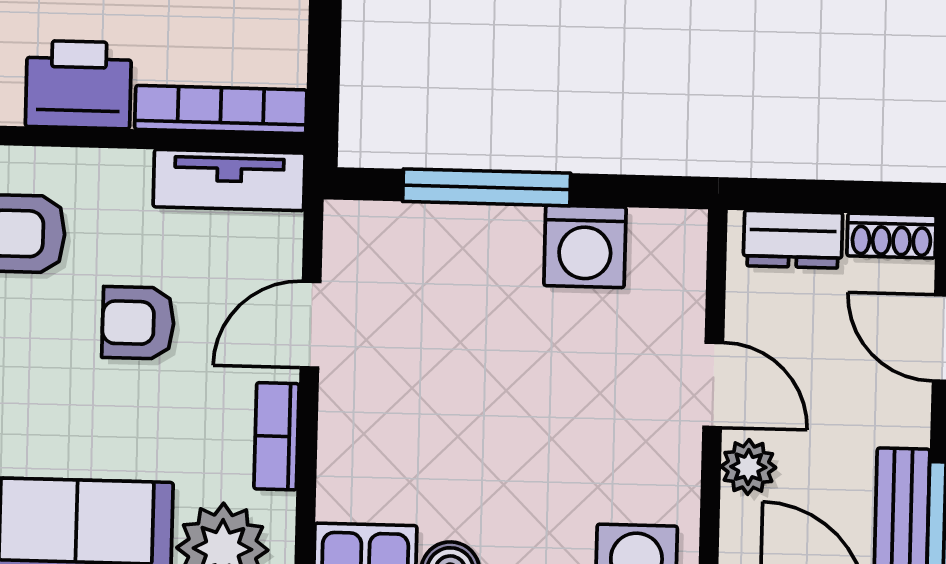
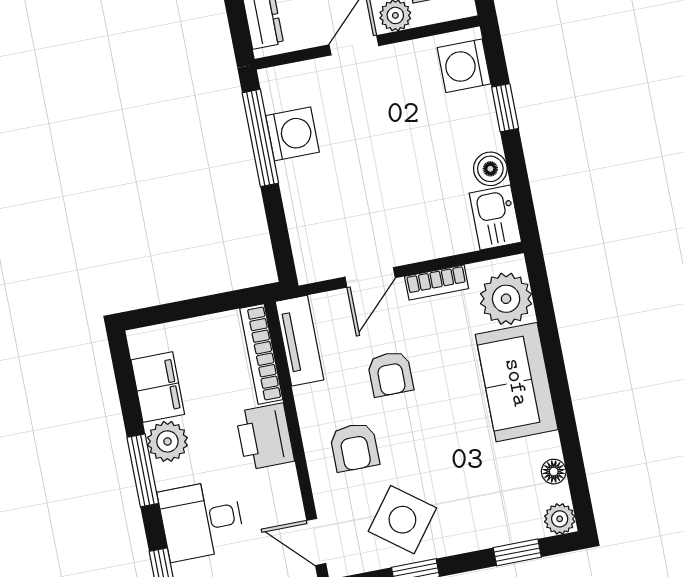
window: (487, 187) -> (260, 138), moved
door: (310, 325) -> (370, 277), hinge flipped

